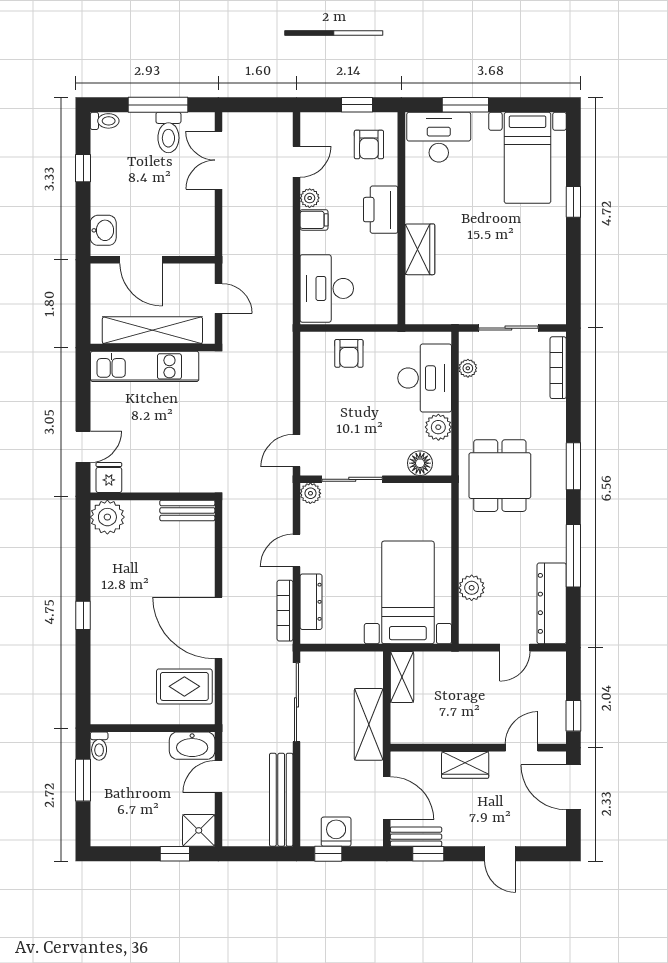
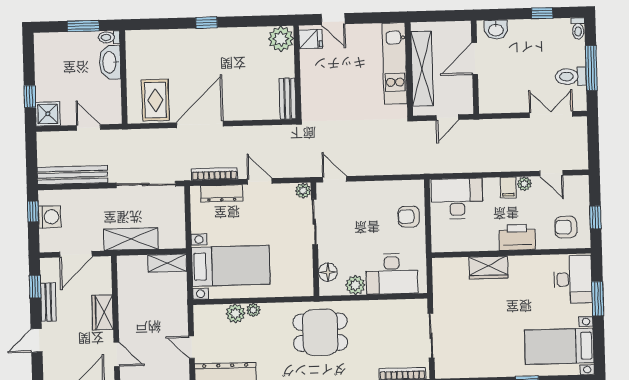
plant: (468, 368) -> (253, 310), moved
washbasin: (192, 746) -> (110, 62), moved
bench: (416, 837) -> (48, 302), moved

